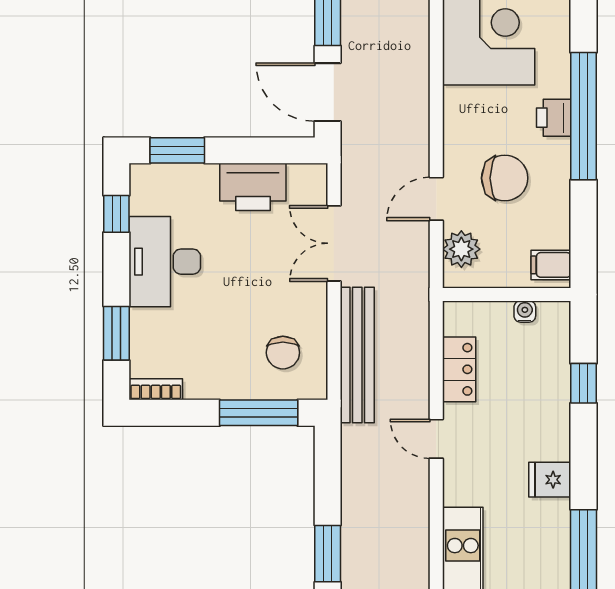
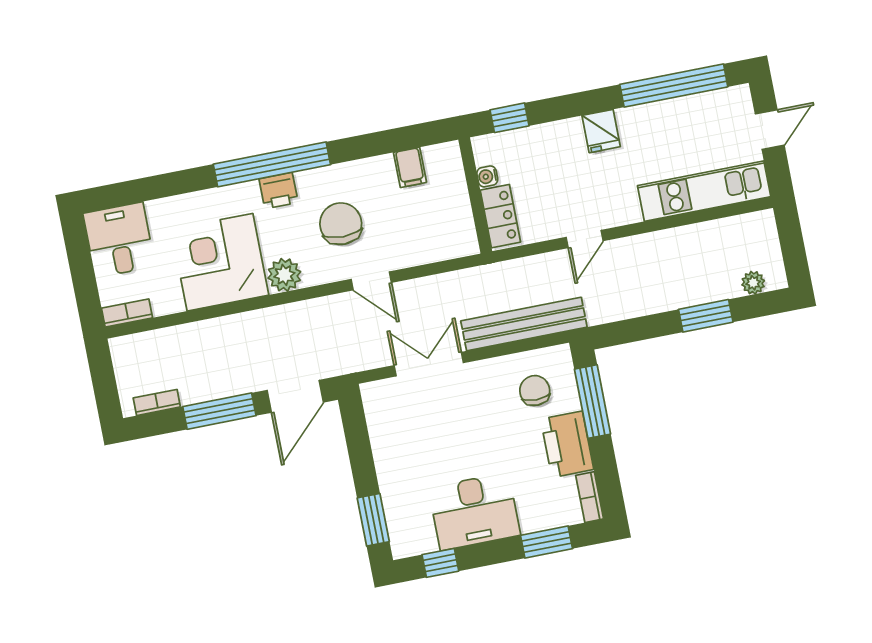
printer: (253, 187) -> (567, 444), moved, turned 180
double door: (334, 243) -> (429, 364), swing flipped
plant: (461, 249) -> (284, 275), moved
wall: (507, 294) -> (475, 195), moved
water cooler: (525, 312) -> (487, 176), moved
chair: (283, 353) -> (535, 391), turned -90
locker: (459, 369) -> (500, 216), moved, turned 90

